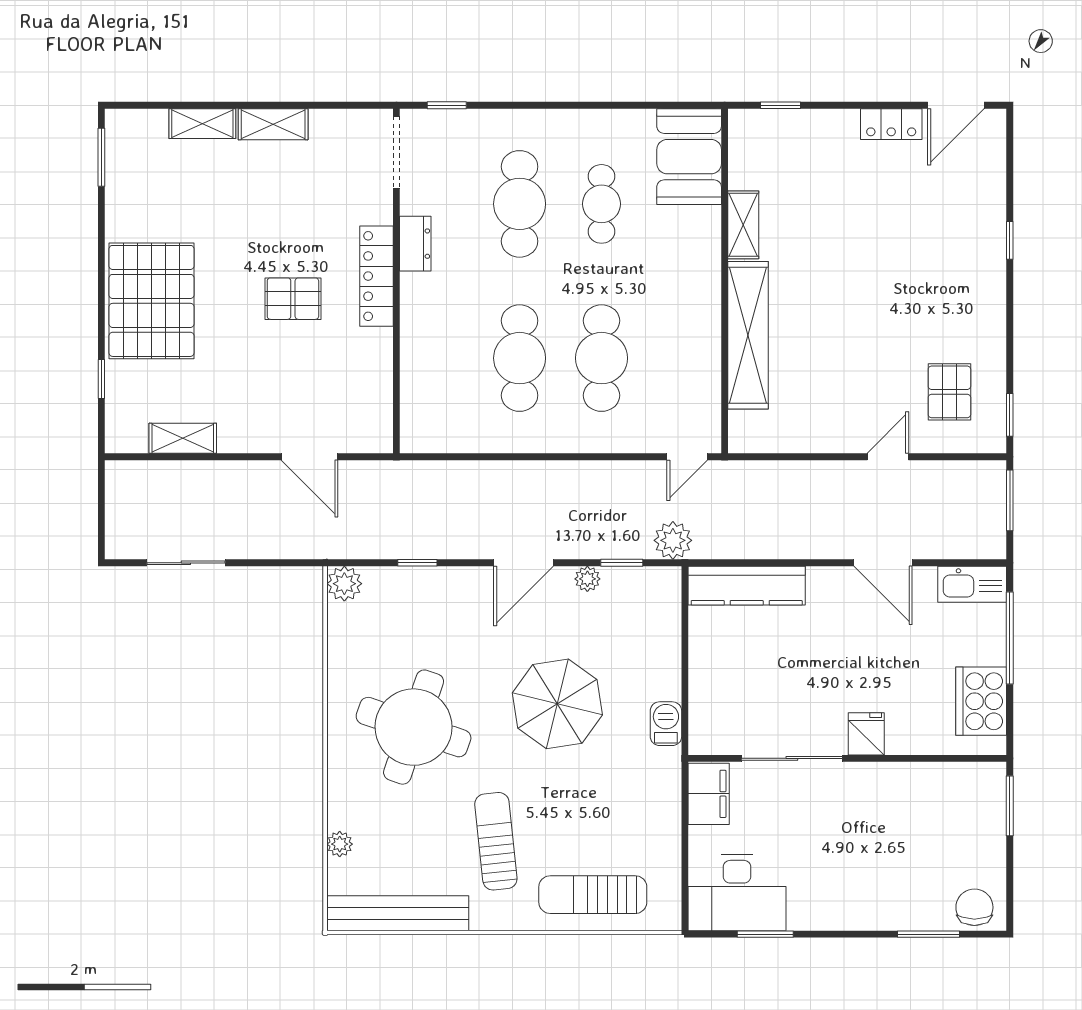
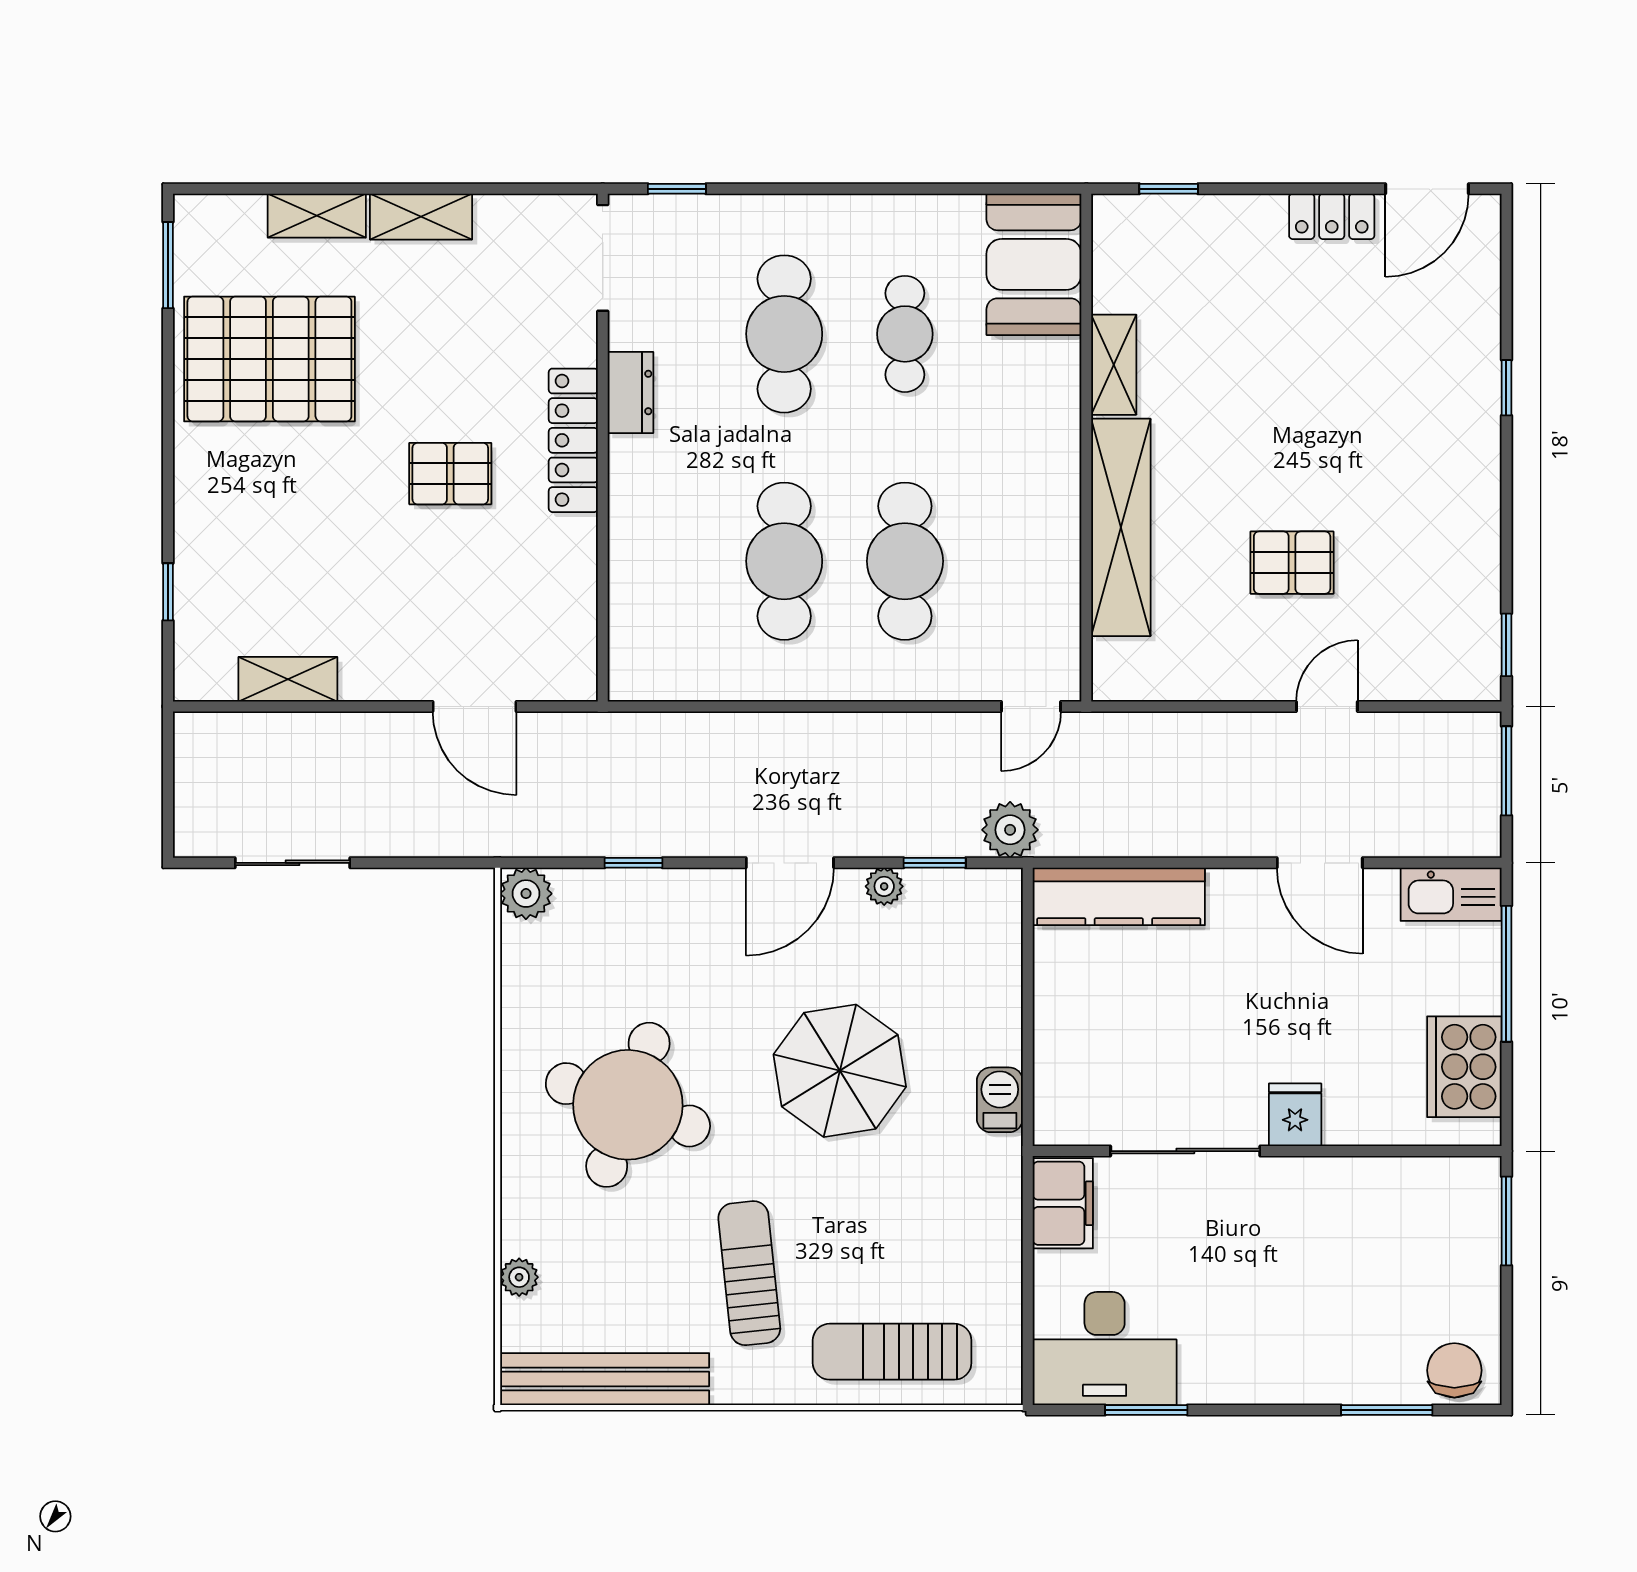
pallet: (152, 301) -> (269, 359), moved, turned 90
pallet: (949, 392) -> (1292, 563), moved, turned 90

